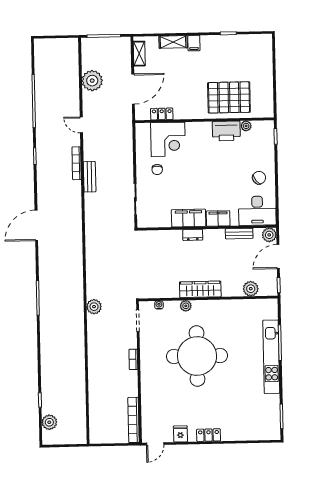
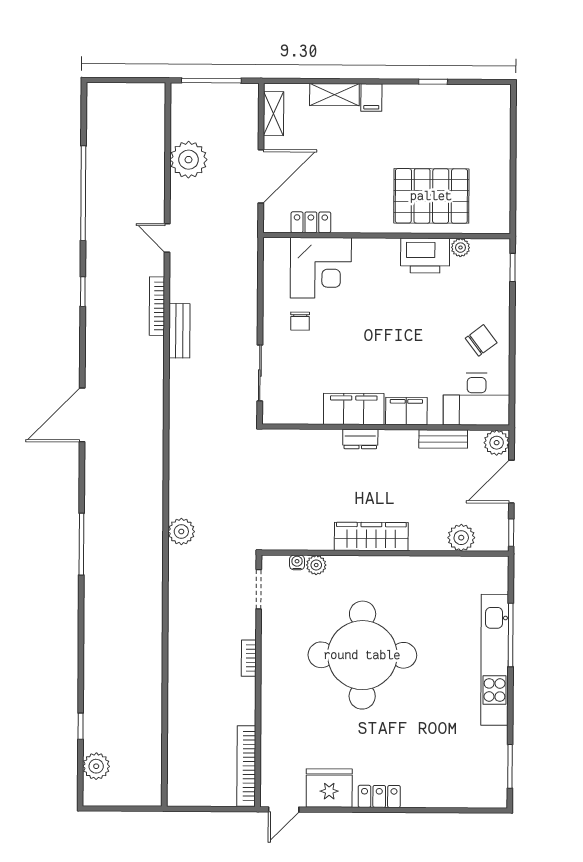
plant: (186, 306) -> (316, 565), moved
plant: (94, 307) -> (181, 531), moved
fridge: (180, 434) -> (329, 788), width x1.88, depth x1.34

